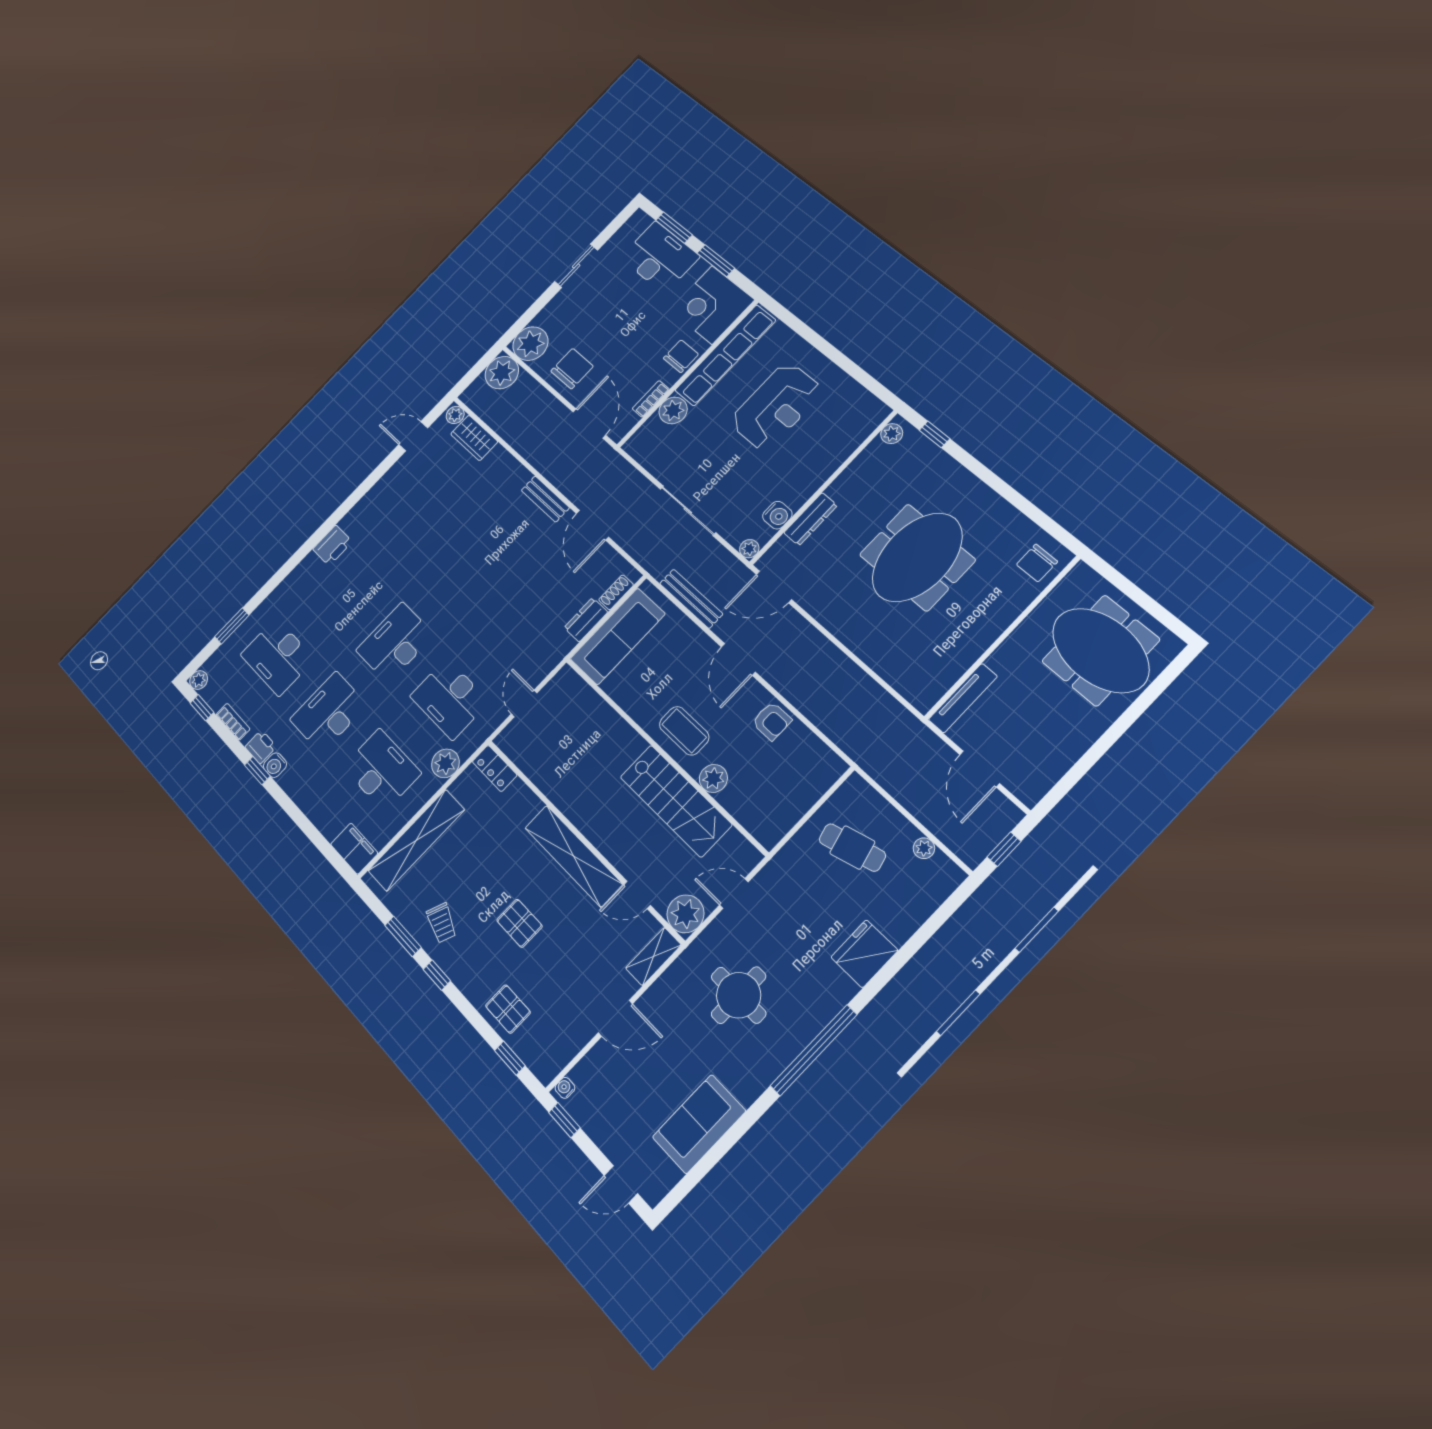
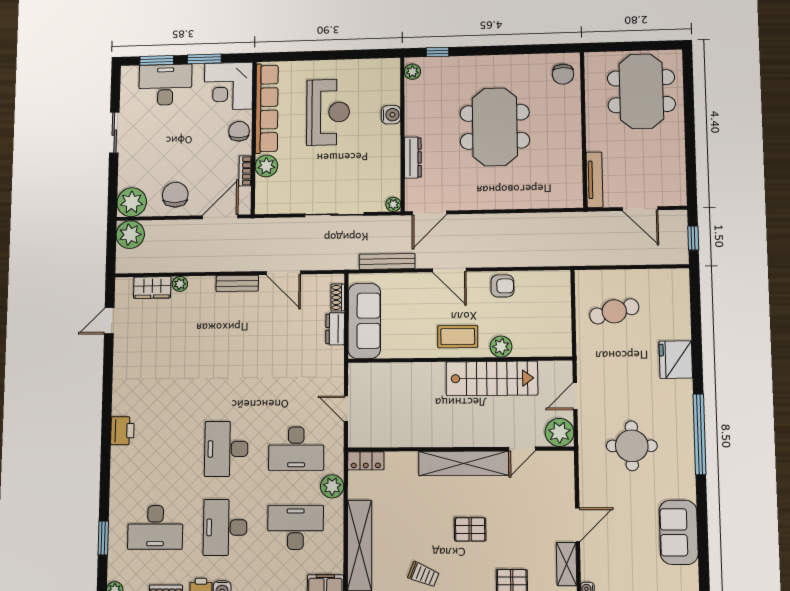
plant: (455, 415) -> (180, 284), moved
door: (589, 423) -> (220, 217), hinge flipped
water cooler: (777, 515) -> (391, 115), moved
meeting table: (1101, 650) -> (641, 91), turned 90
plant: (924, 848) -> (652, 276), removed
shelving: (653, 956) -> (567, 564), moved

